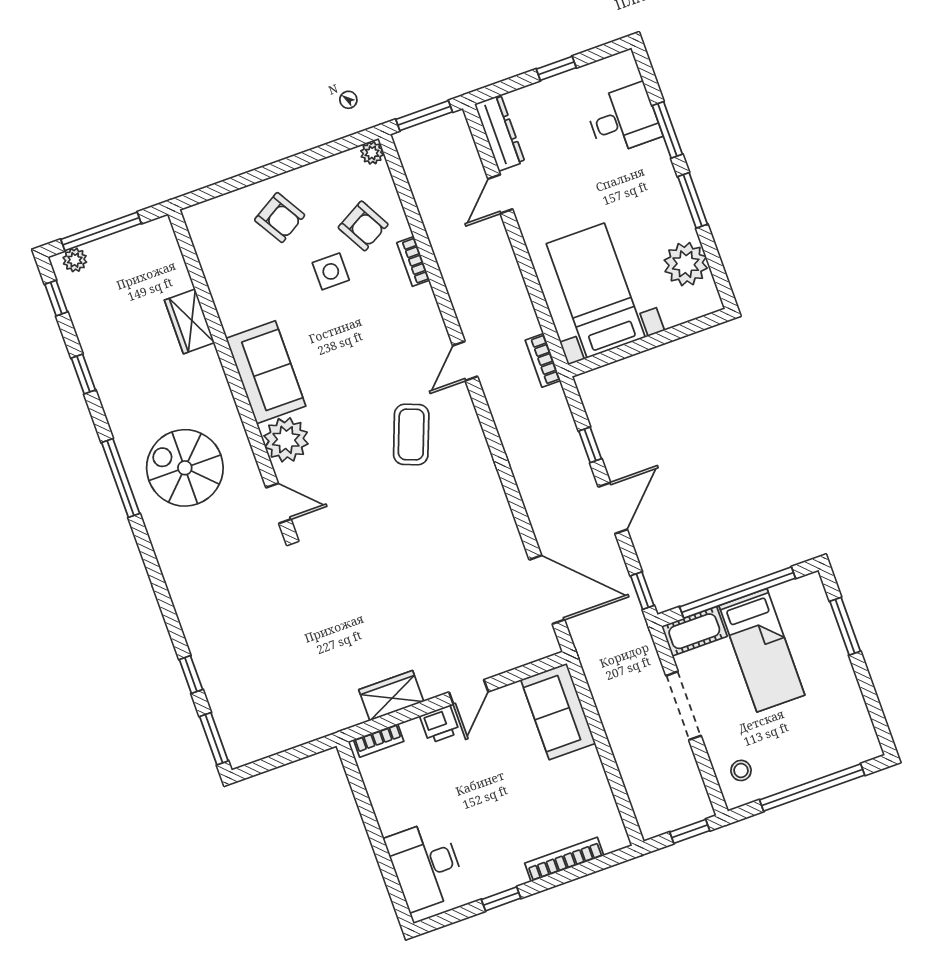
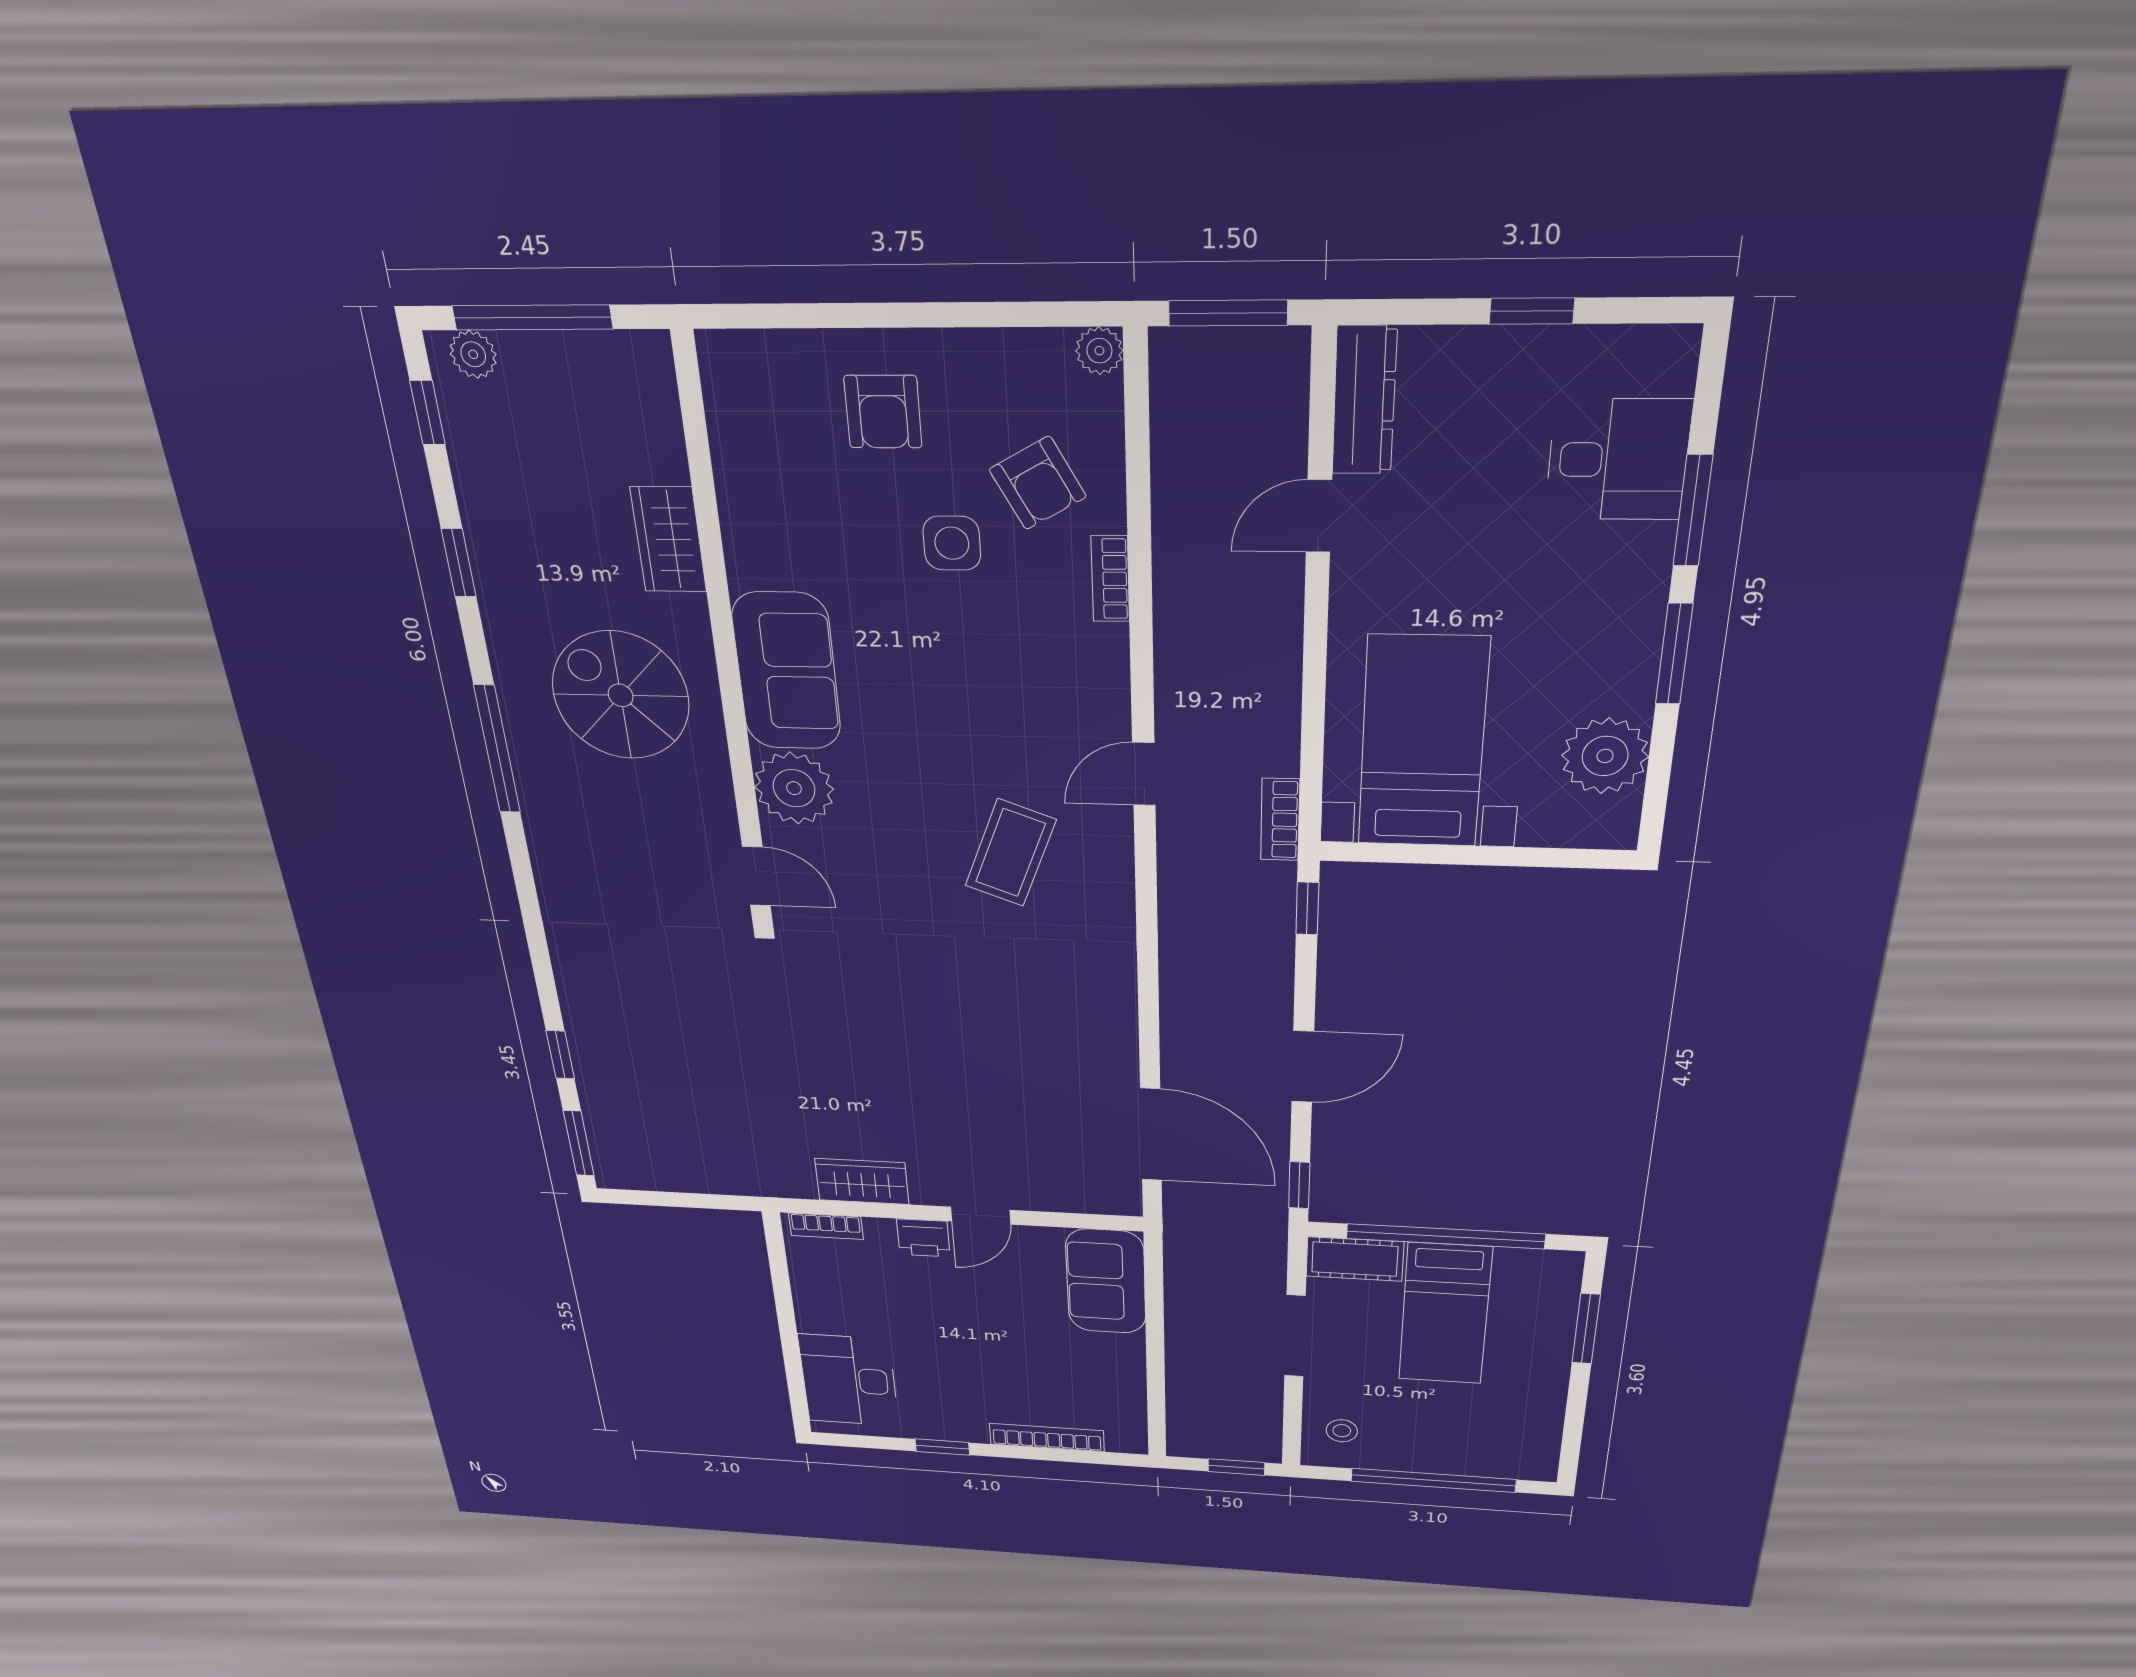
armchair: (280, 218) -> (883, 412), turned 31
window: (590, 445) -> (1307, 908), moved
spiral stairs: (185, 468) -> (621, 695), moved

